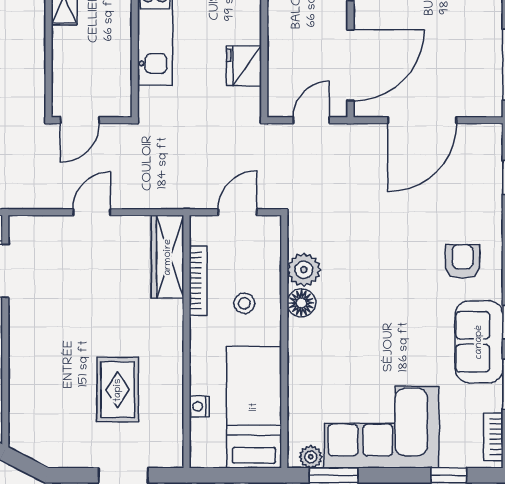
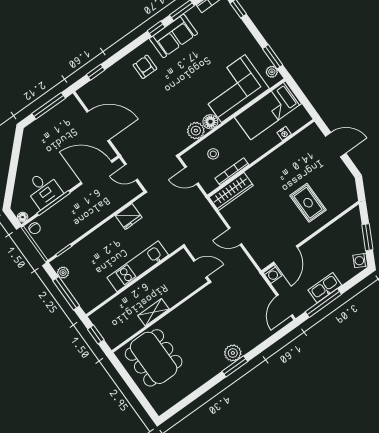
armchair: (463, 262) -> (145, 67), turned 90
stool: (244, 303) -> (213, 154), moved
rug: (118, 390) -> (308, 203), moved, turned 90
corner sofa: (382, 427) -> (233, 89), moved, turned 90

